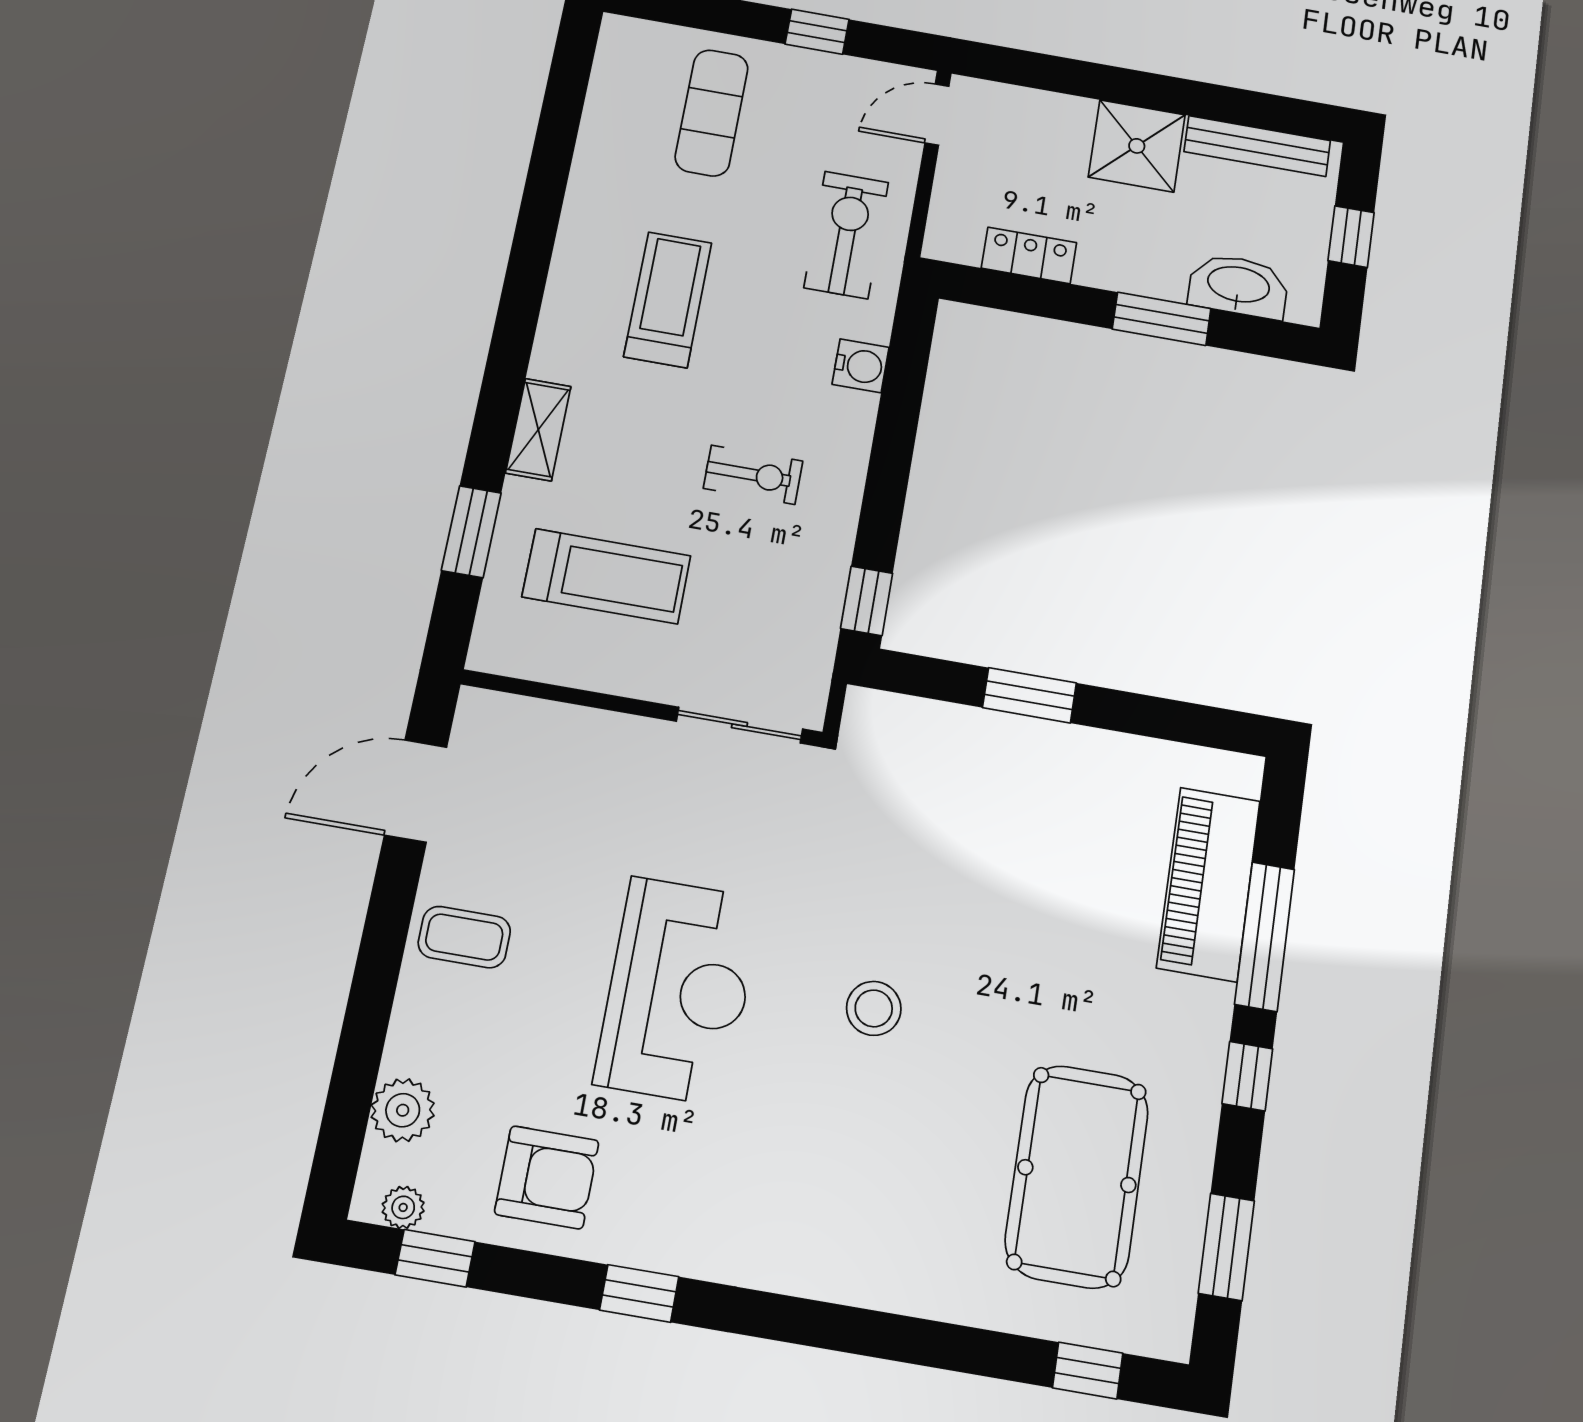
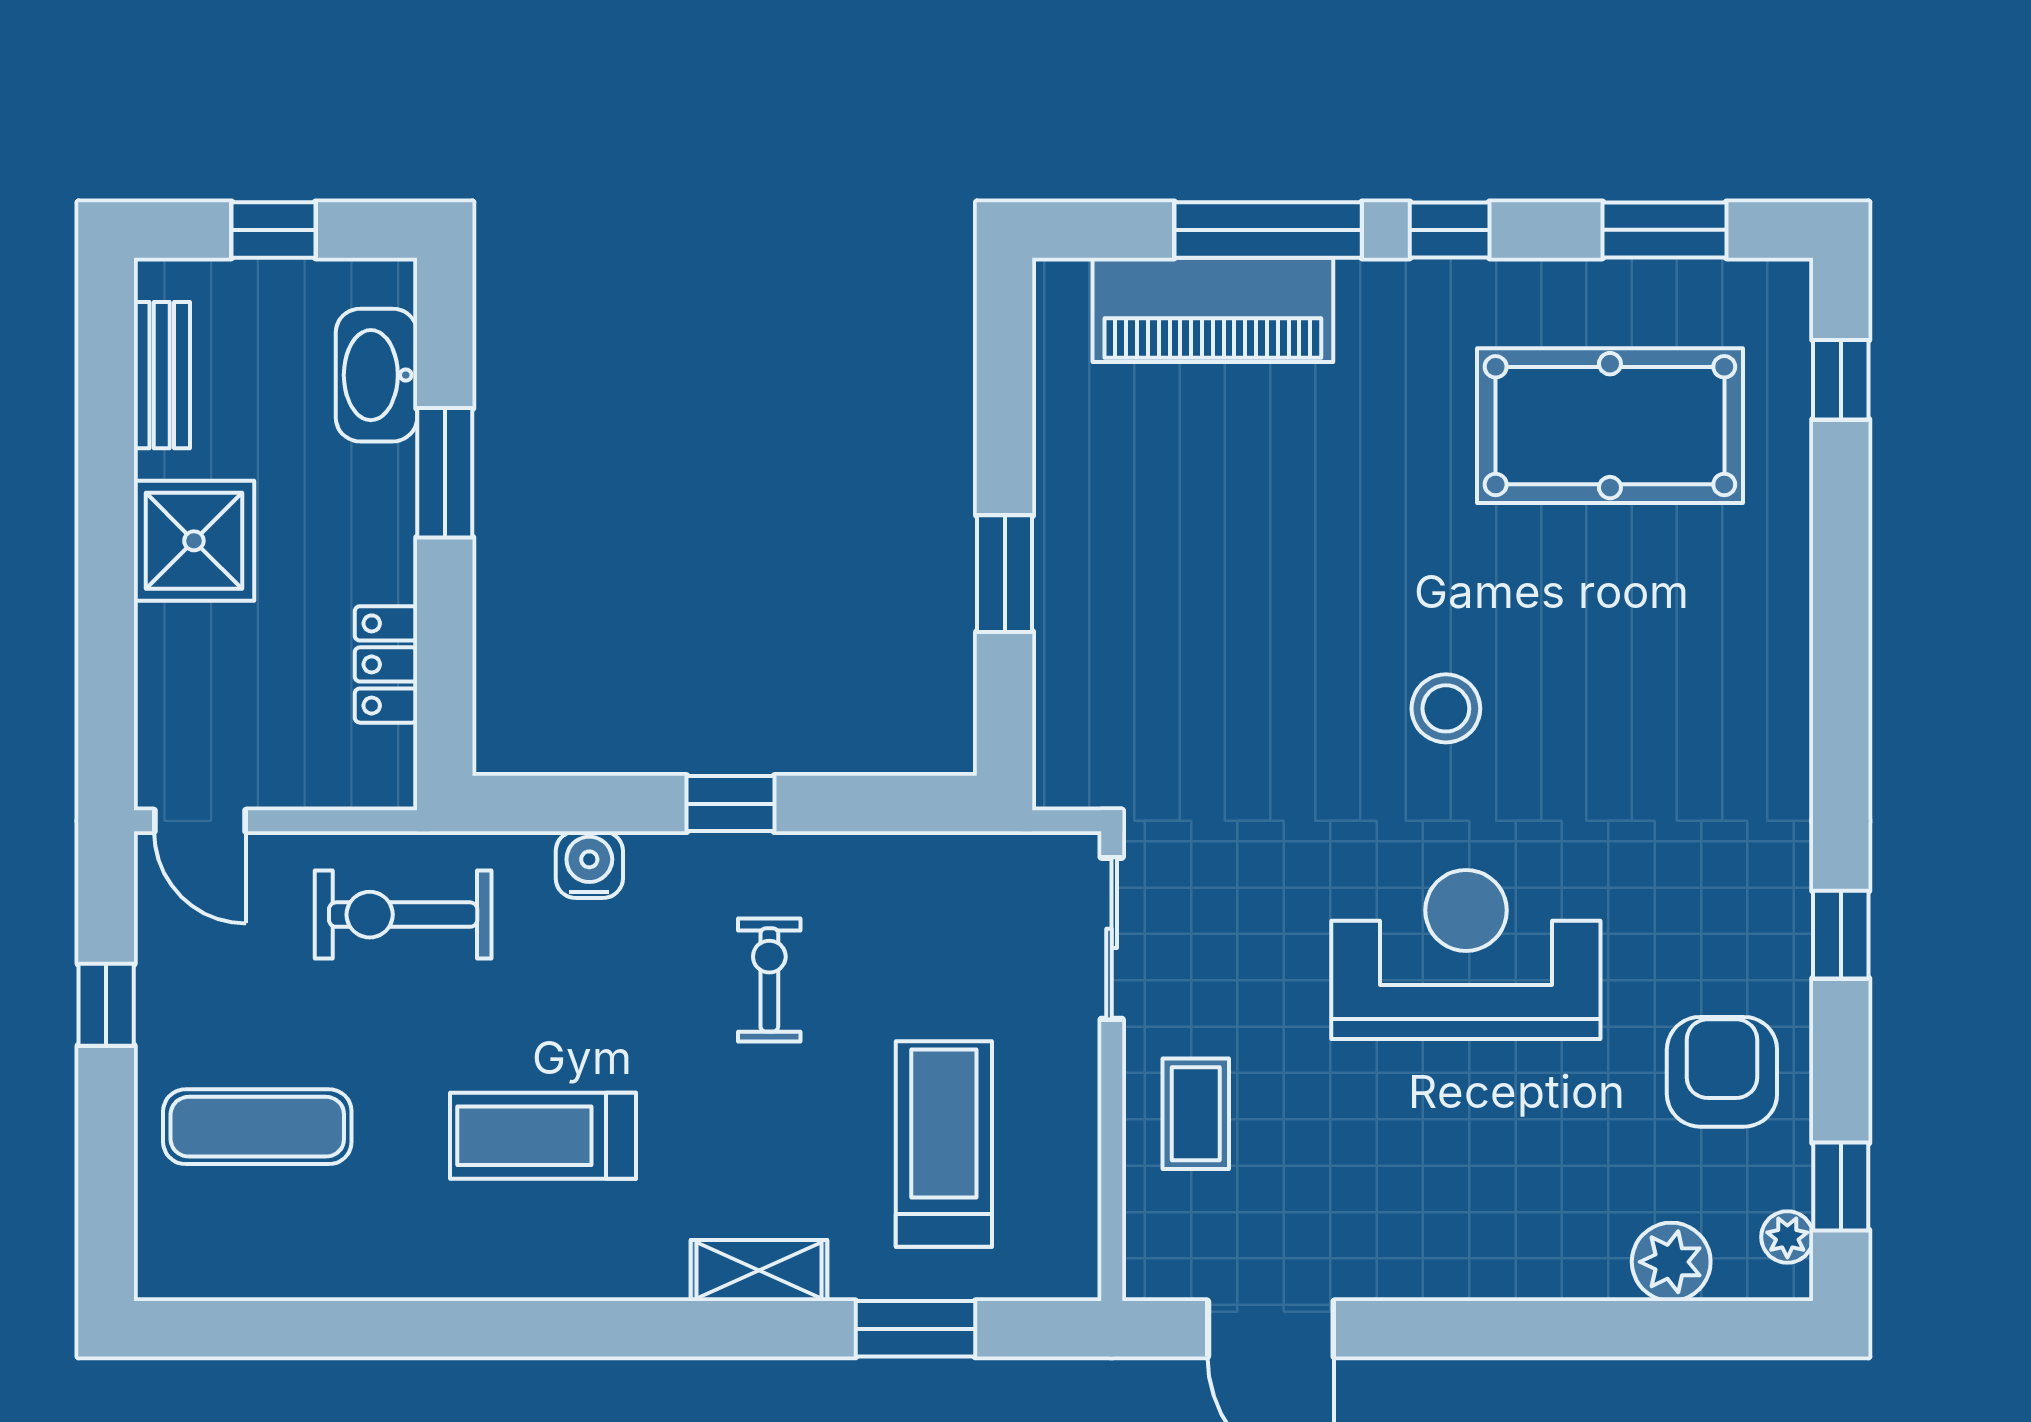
bench: (1257, 146) -> (162, 375), width x0.73
window: (867, 601) -> (730, 804), moved
coffee table: (464, 937) -> (1196, 1114), moved

